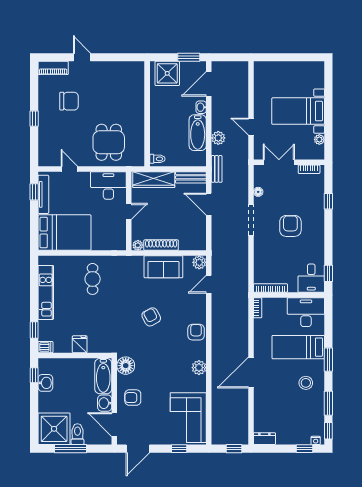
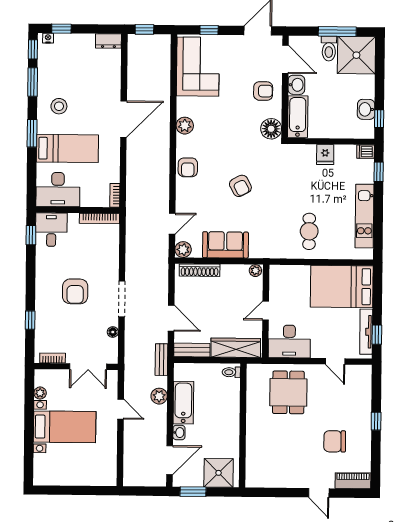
shoe rack: (161, 245) -> (200, 270), moved

